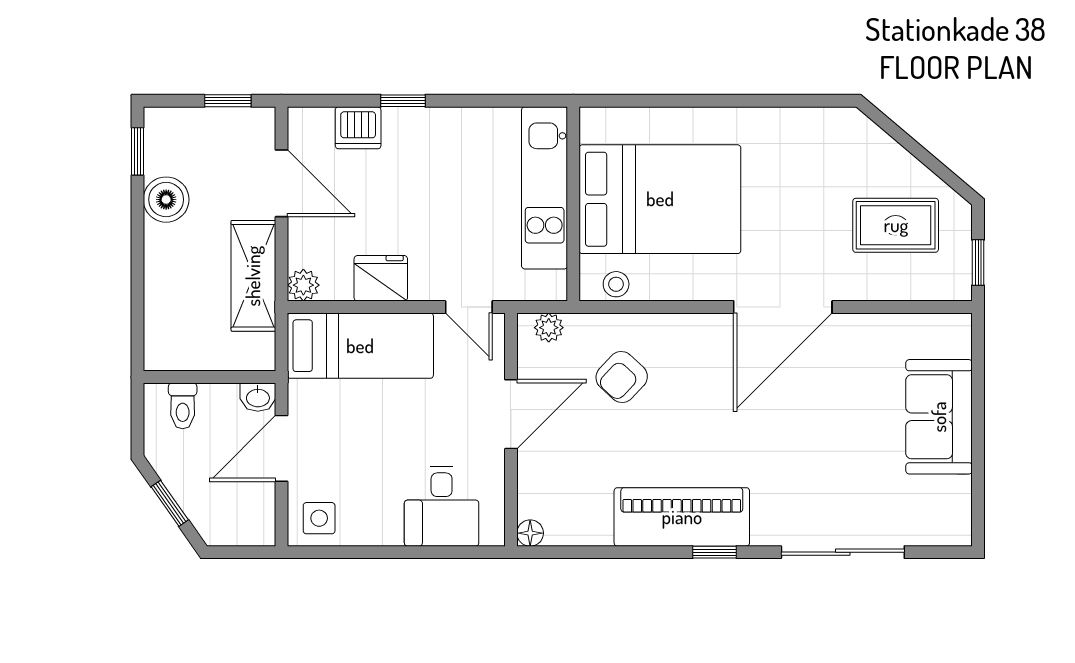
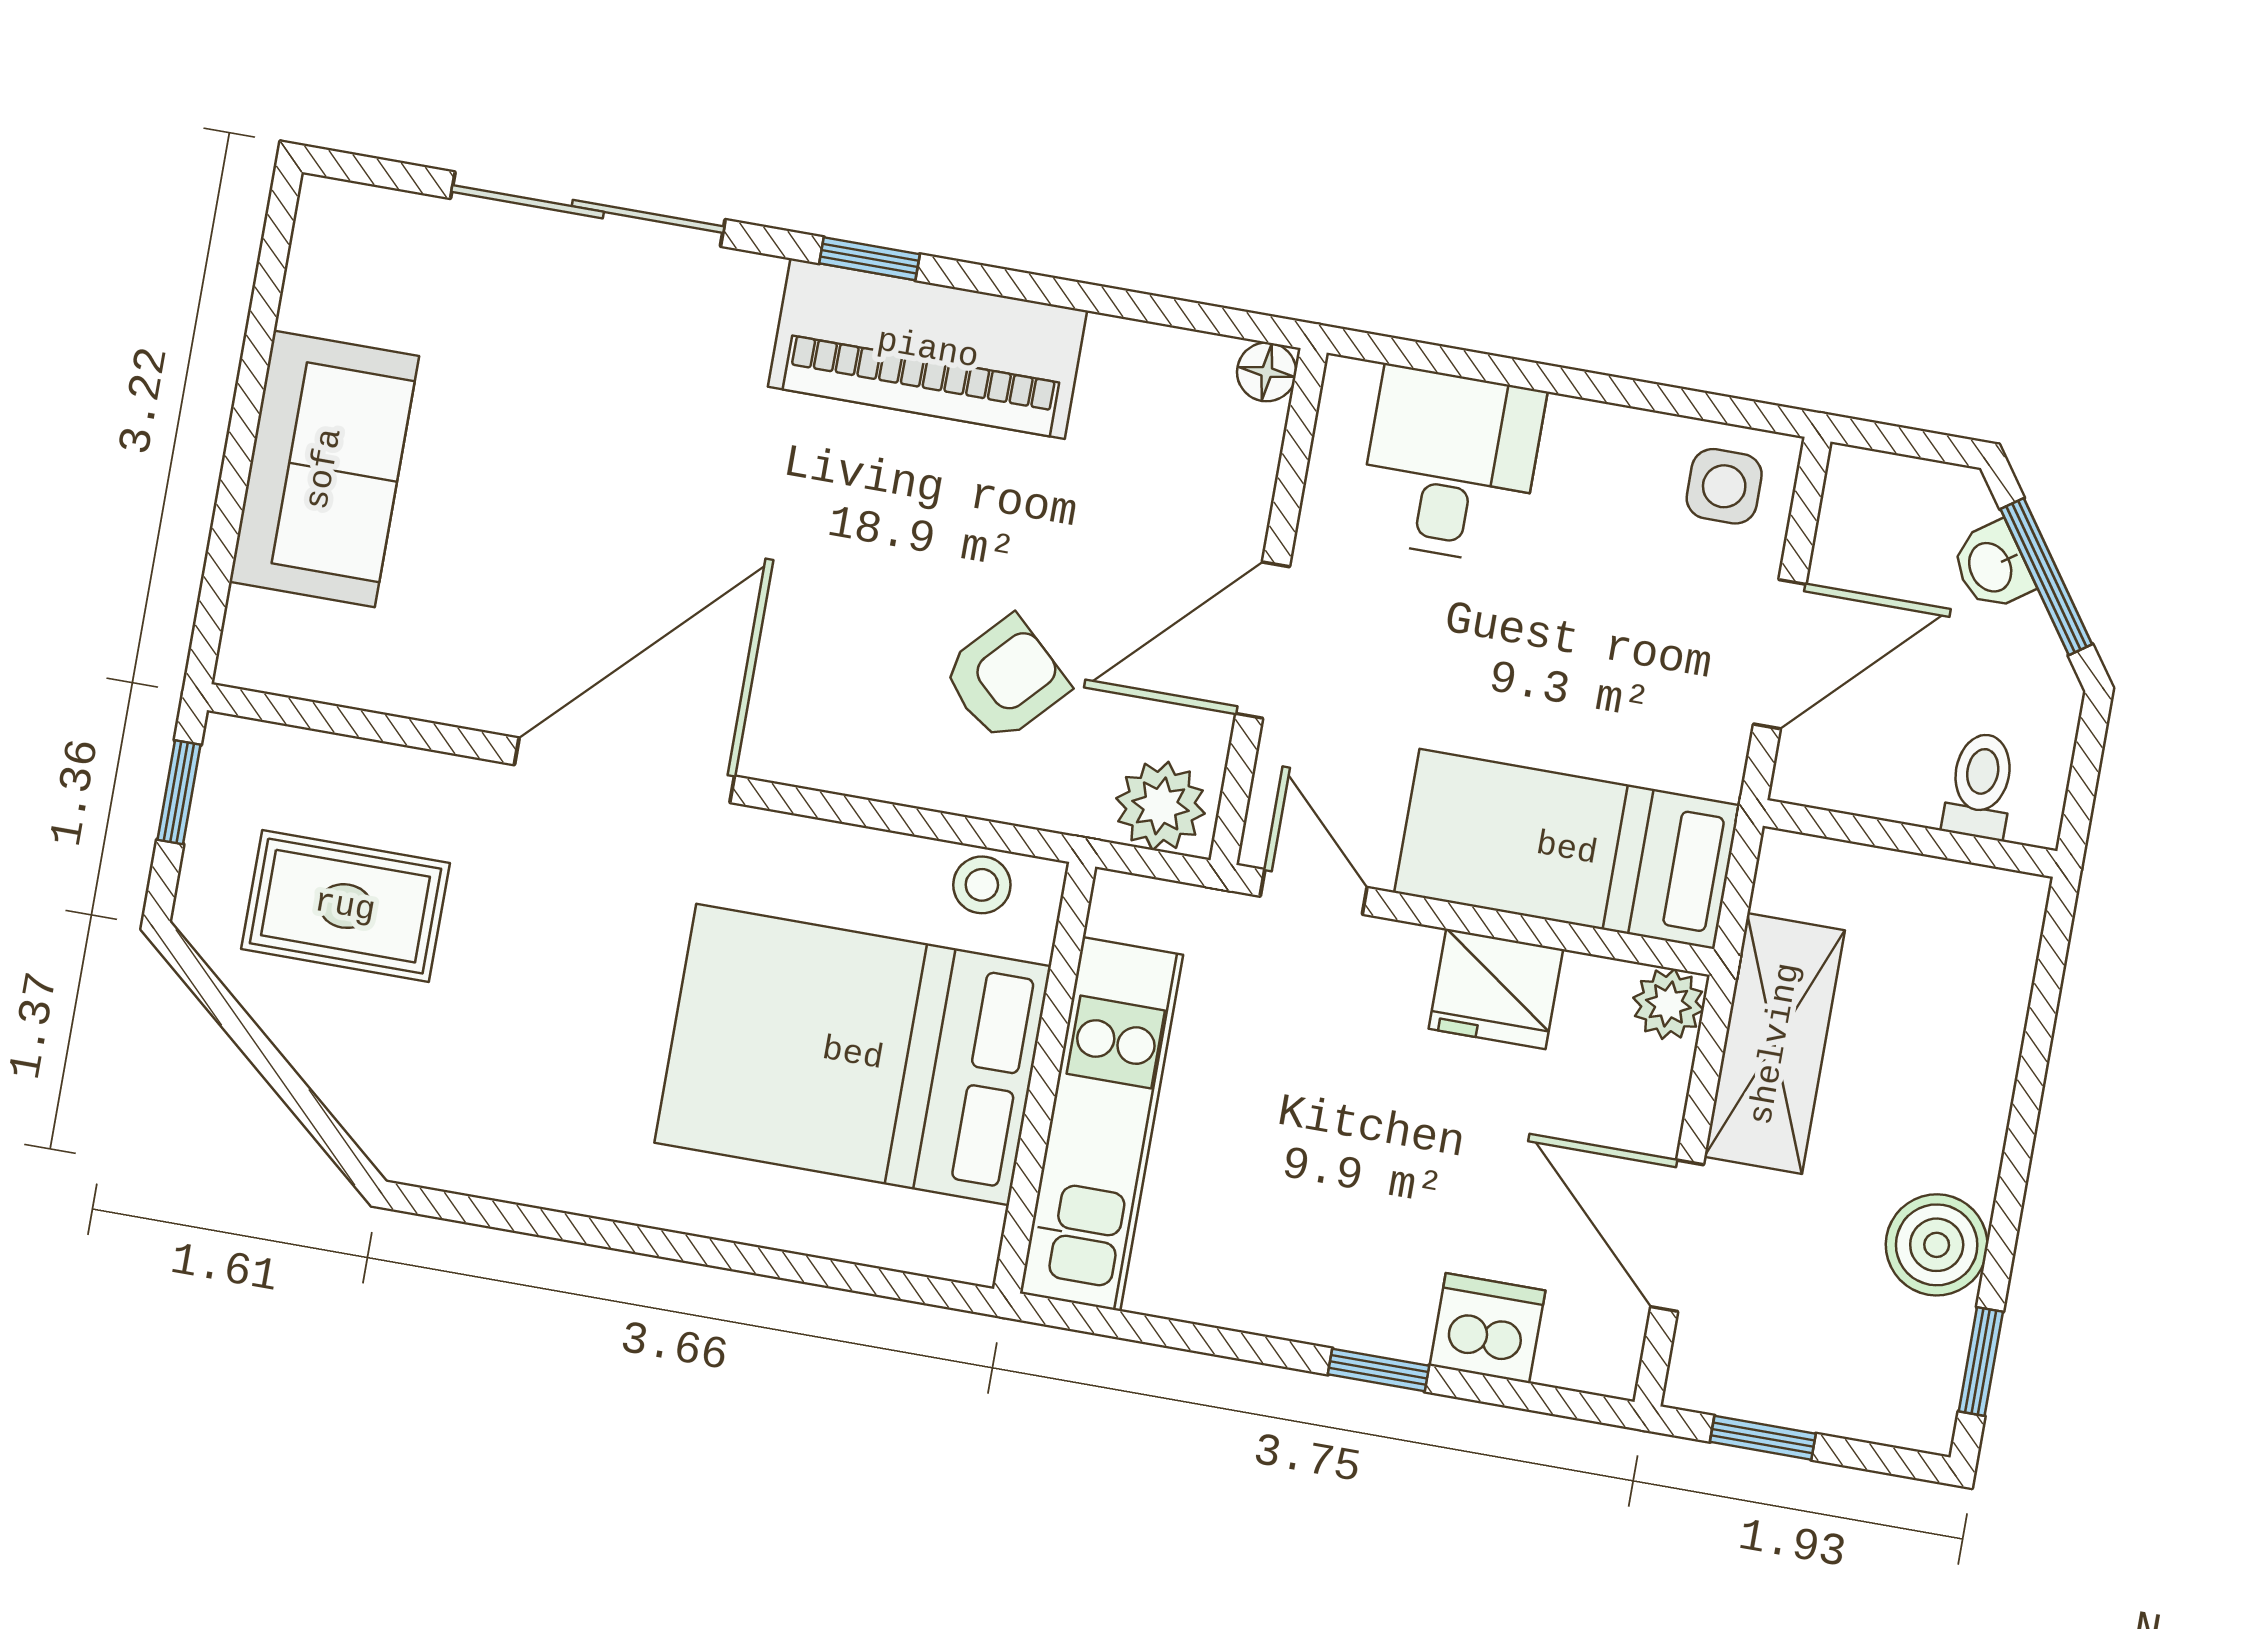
plant: (549, 328) -> (1161, 806), width x1.38, depth x1.38
washbasin: (258, 397) -> (1992, 566), moved, turned -125
window: (170, 503) -> (2046, 577), width x1.50

